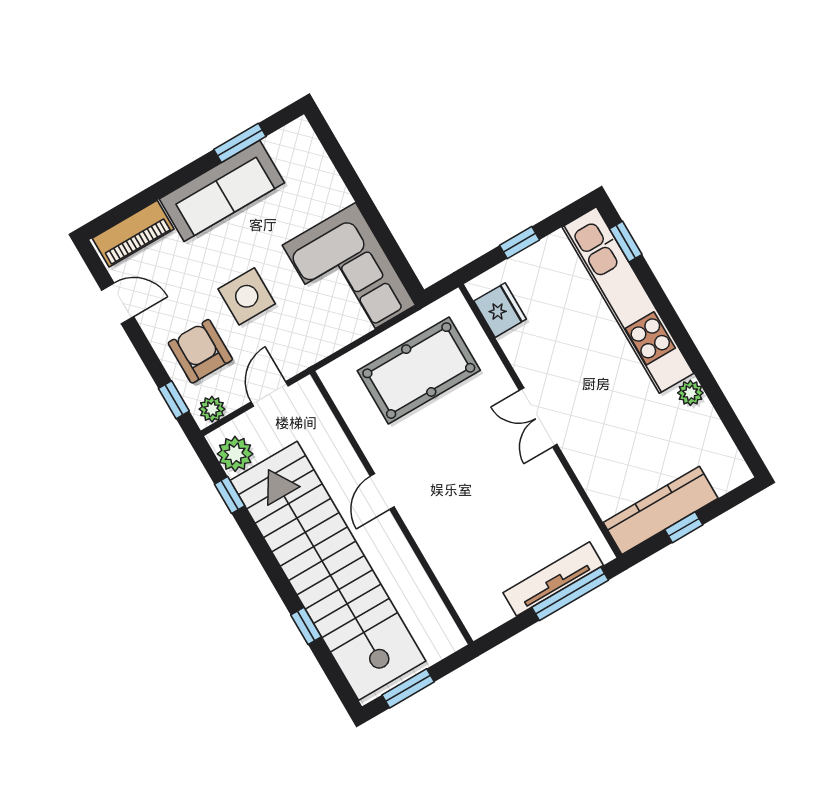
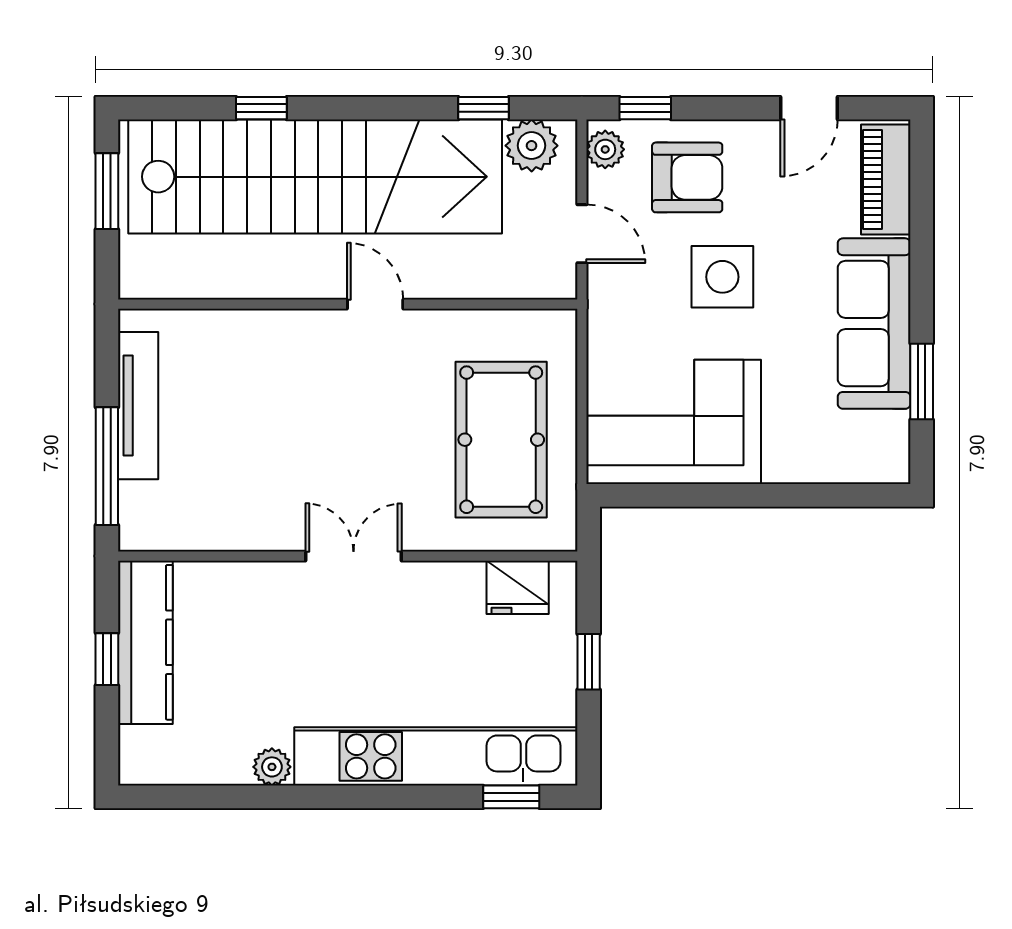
tv unit: (553, 579) -> (138, 406), moved

